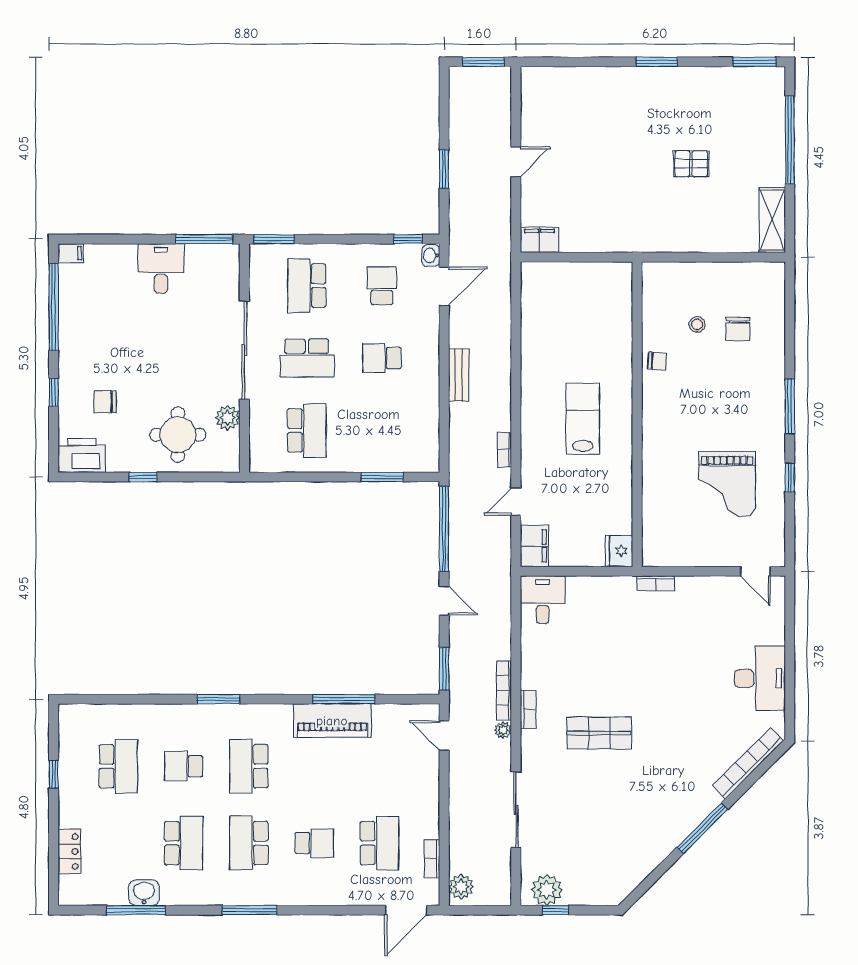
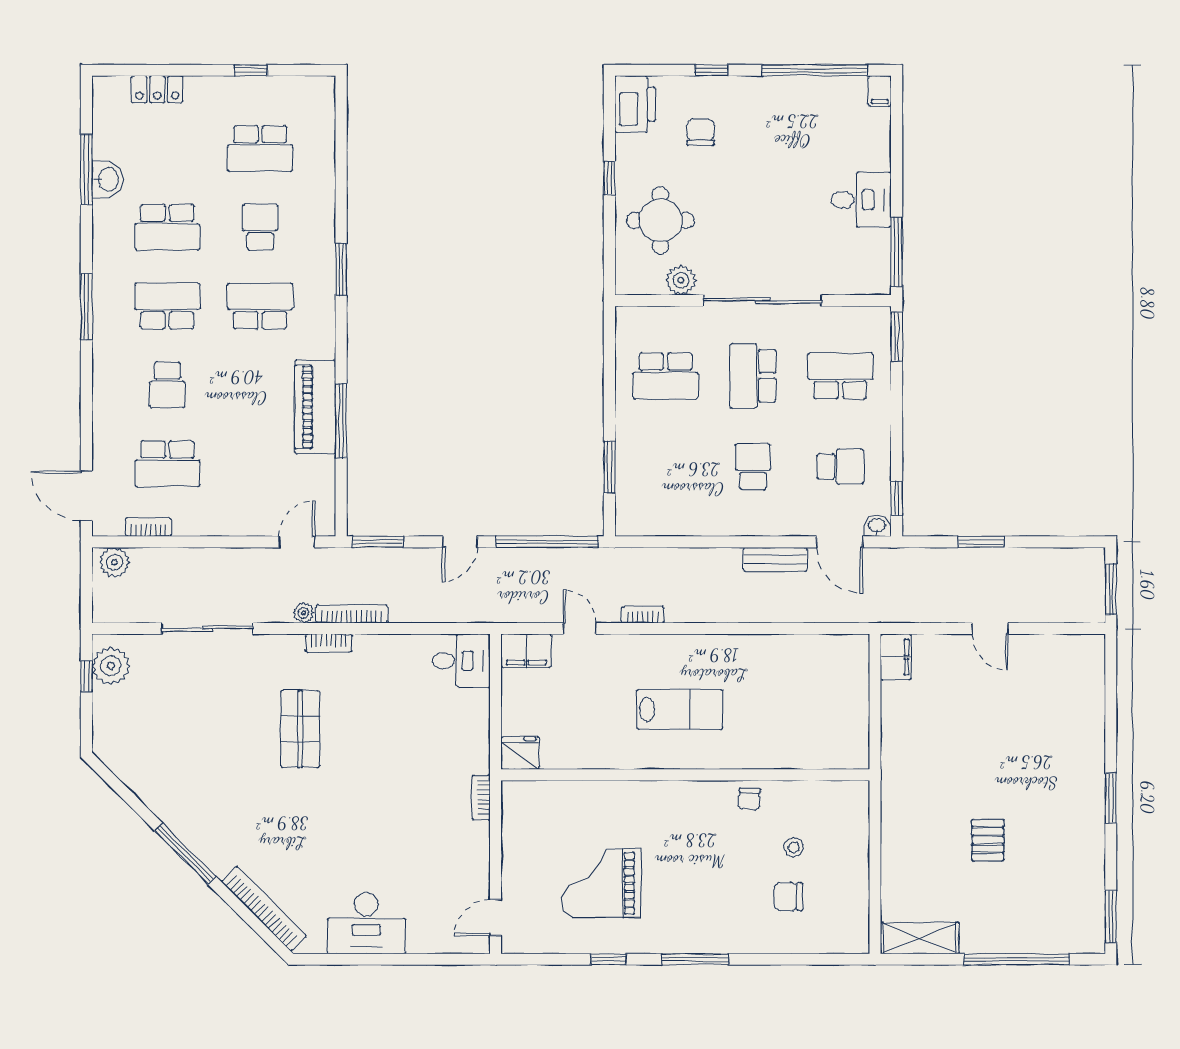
bench: (459, 375) -> (775, 559), moved

